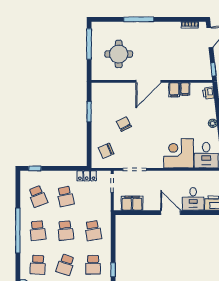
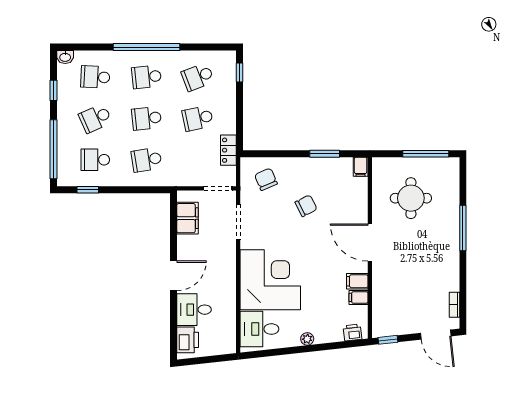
filing cabinet: (98, 88) -> (361, 167), added
corner desk: (179, 153) -> (270, 280), width x1.36, depth x1.36
school desk: (65, 265) -> (95, 118), turned -42

